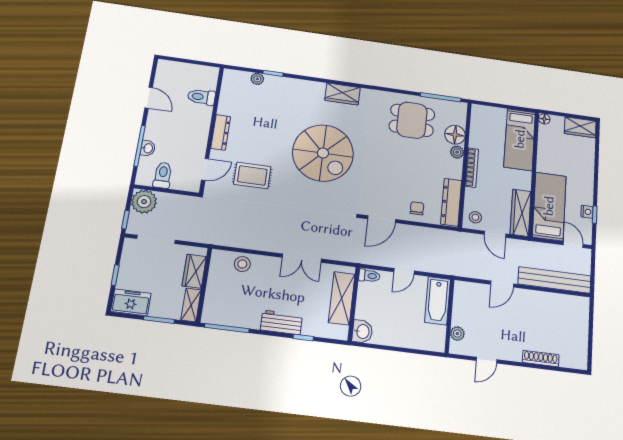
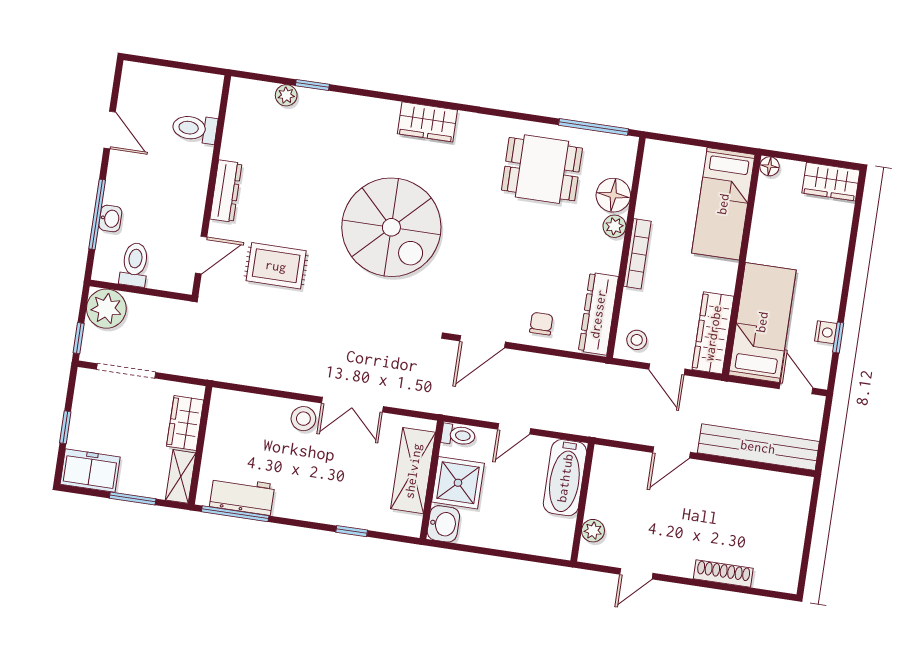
stool: (242, 264) -> (303, 419), moved
shower: (370, 305) -> (458, 483), added
workbench: (281, 322) -> (242, 495), moved

